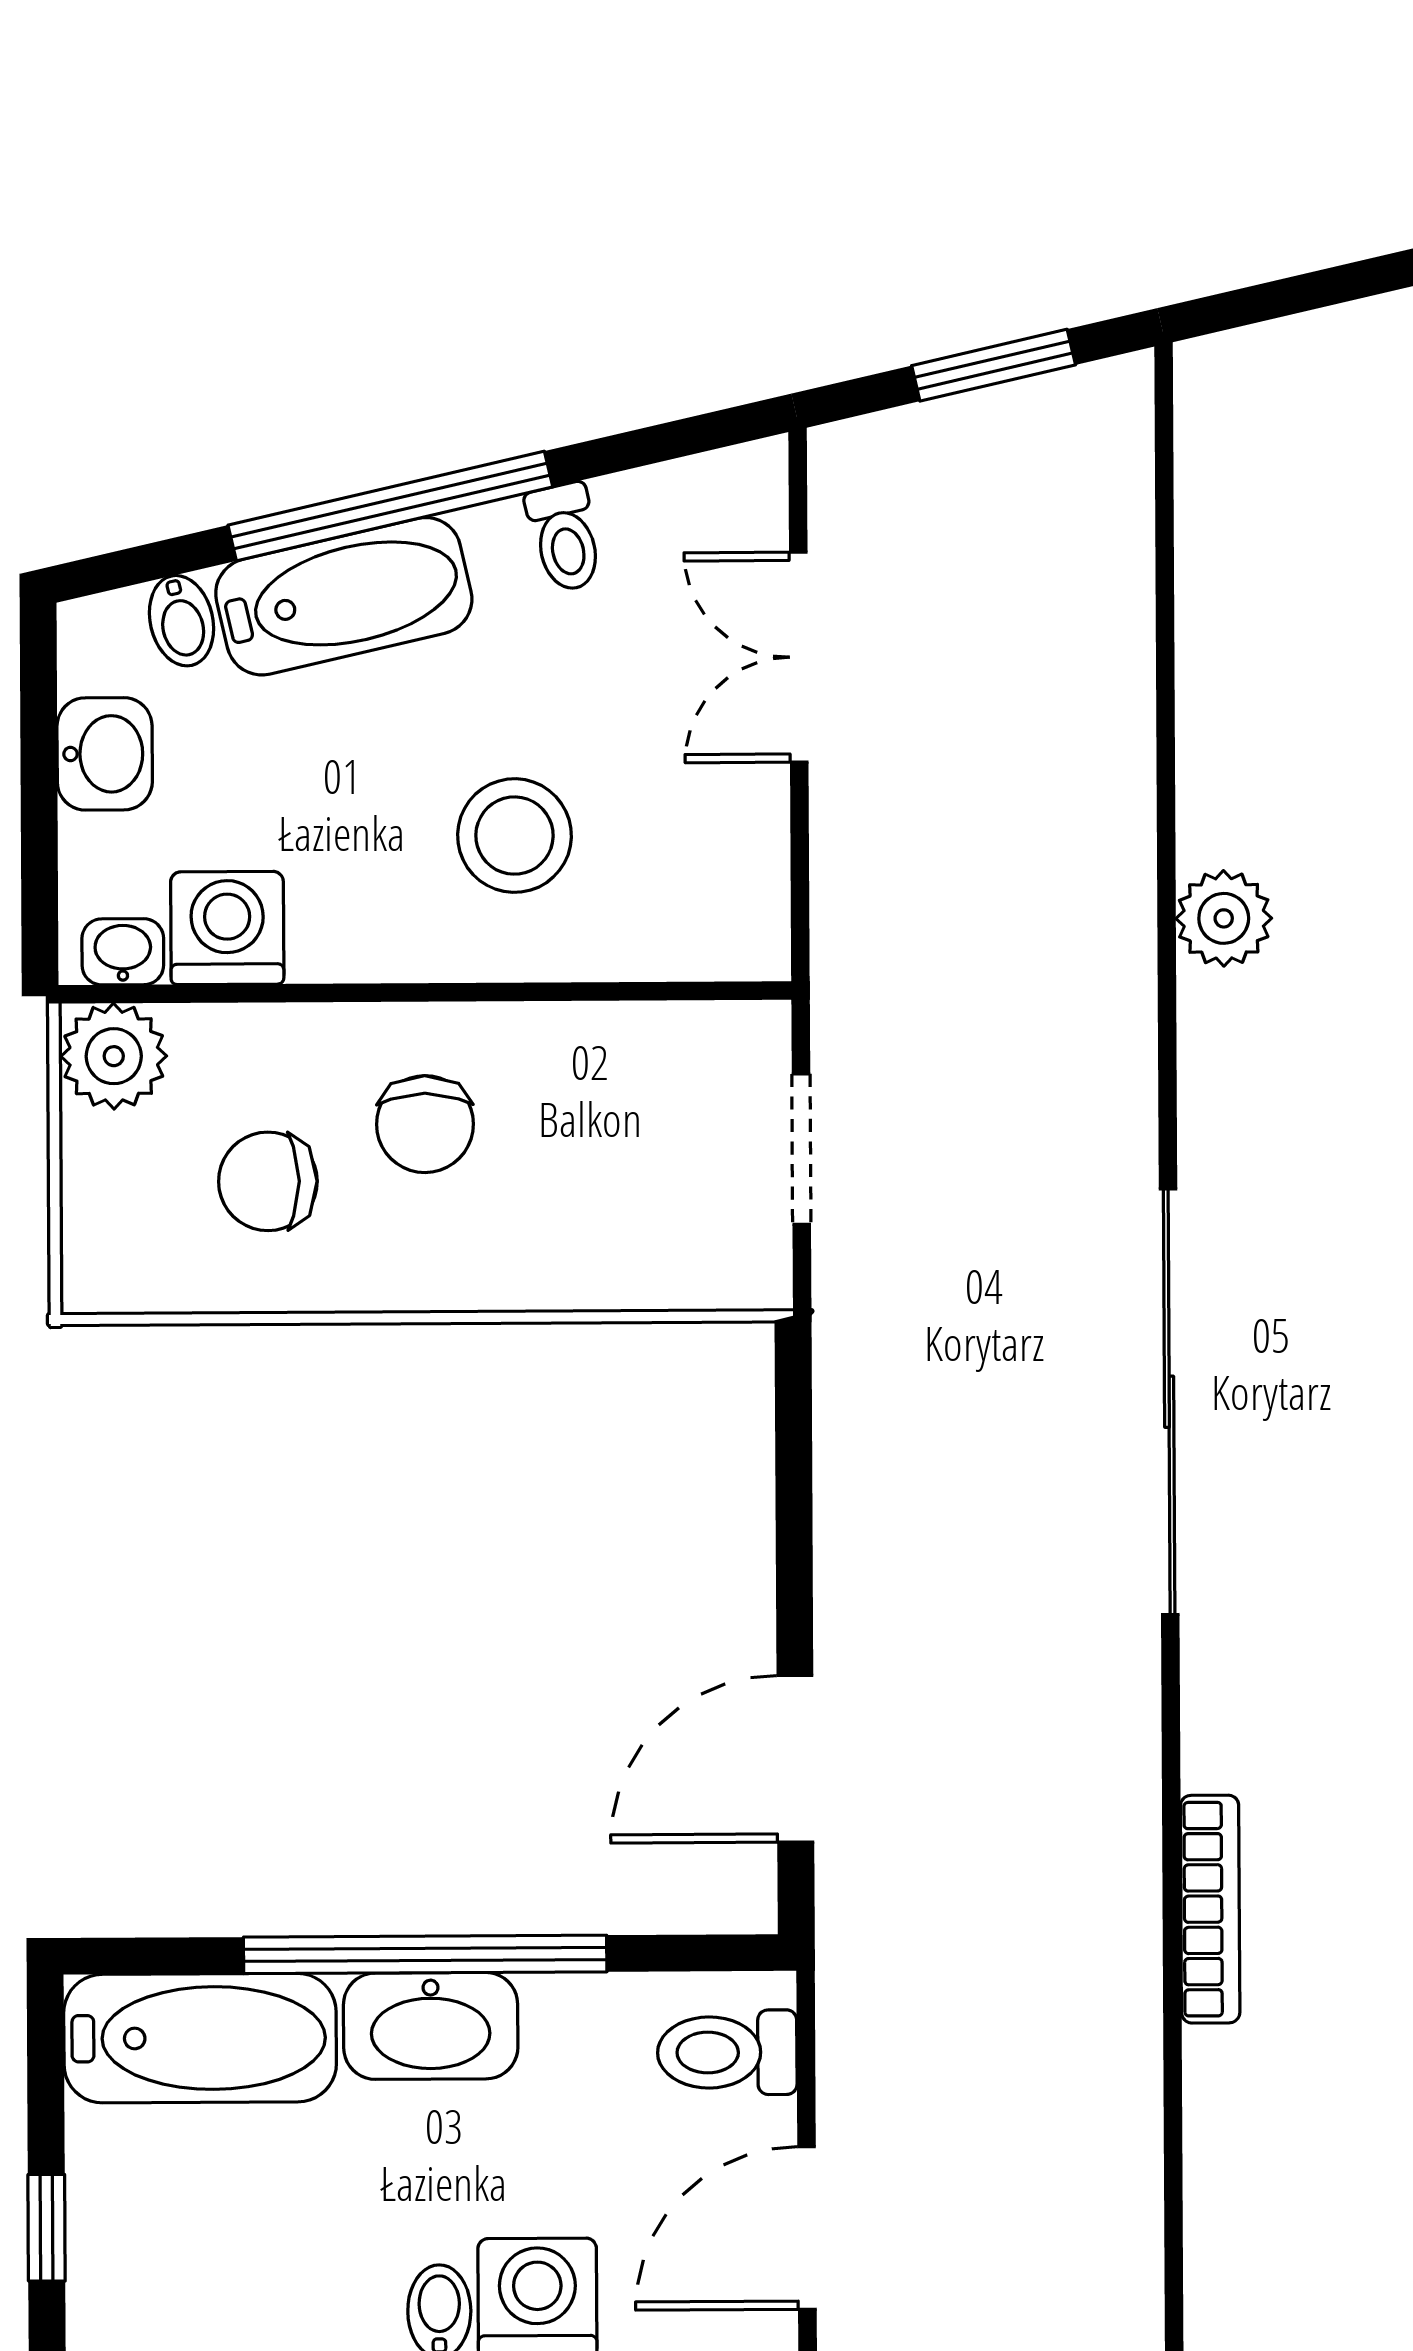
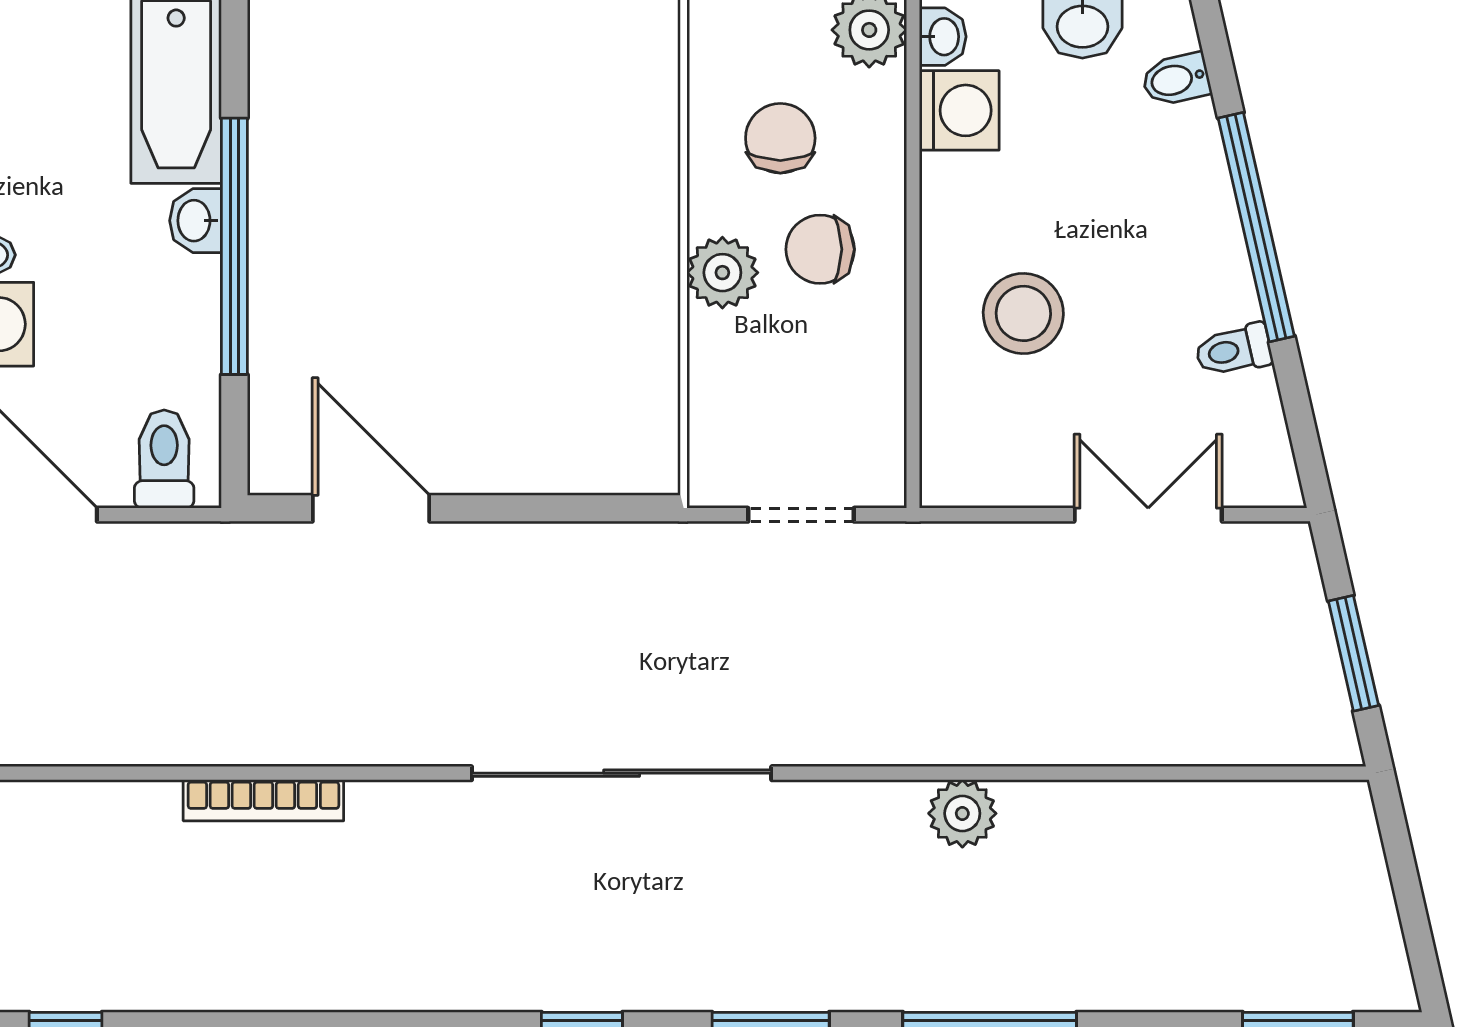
bathtub: (344, 596) -> (1193, 194), removed
plant: (459, 1262) -> (722, 273), added
washbasin: (431, 2026) -> (196, 221), width x0.52, depth x0.69

